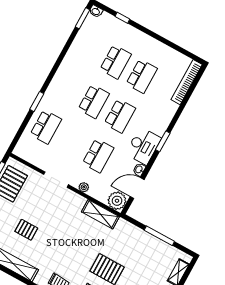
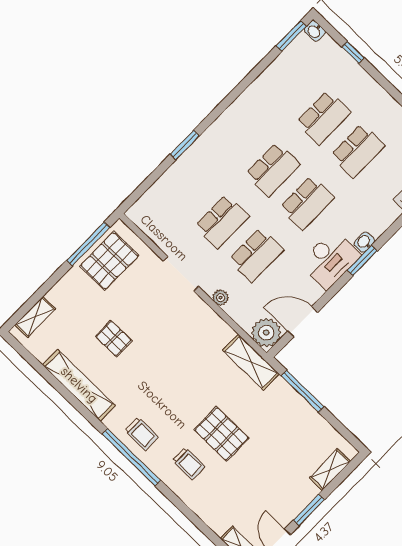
school desk: (46, 127) -> (222, 221), moved
washbasin: (139, 170) -> (364, 242), moved
shelving: (100, 214) -> (251, 362), moved
window: (159, 236) -> (303, 391), moved

